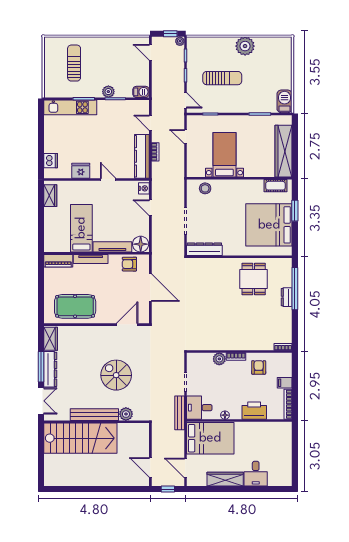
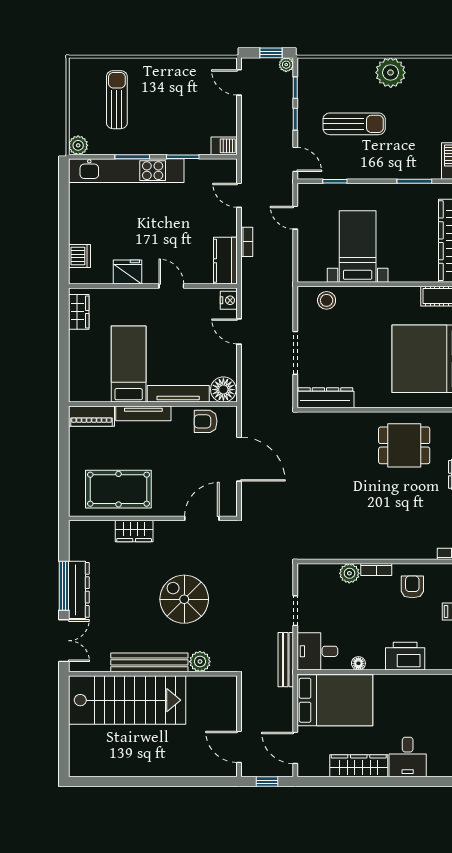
plant: (108, 92) -> (78, 145), moved
kitchen unit: (70, 107) -> (126, 171), width x1.36
kitchen counter: (142, 156) -> (225, 261), width x0.67
dining table: (254, 279) -> (404, 445), turned 90
wardrobe: (51, 339) -> (134, 531), moved, turned 90

